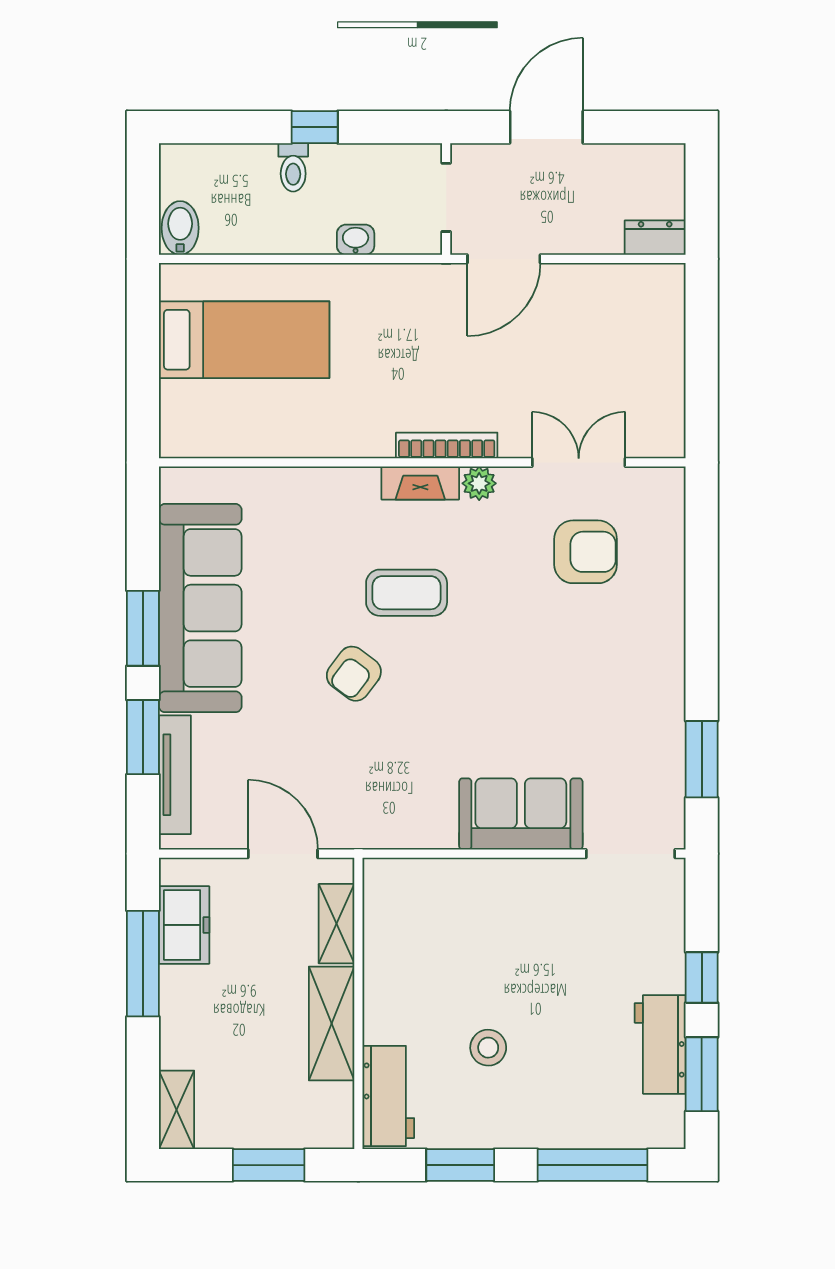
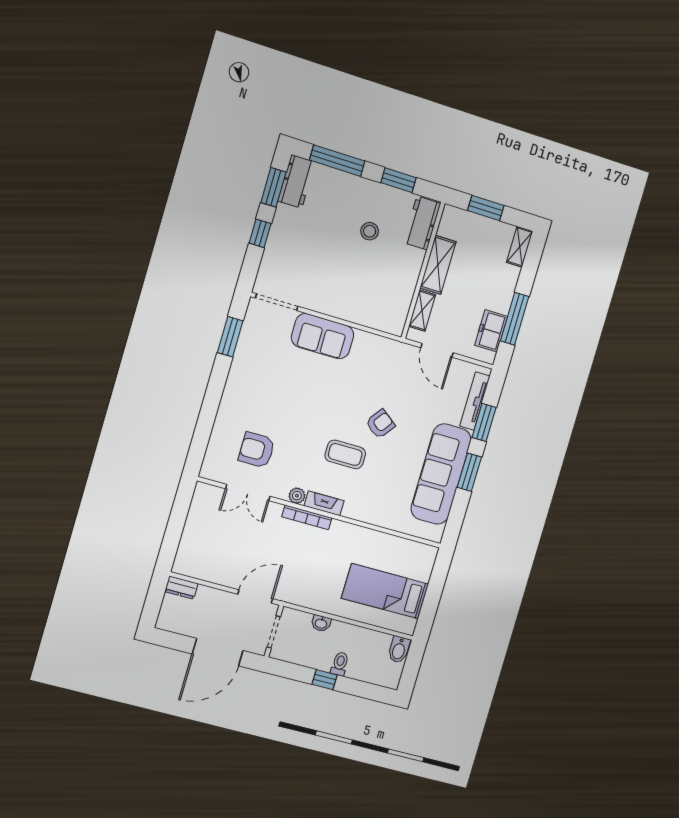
door: (546, 127) -> (218, 652), width x1.36
workbench: (660, 1044) -> (296, 181), moved

